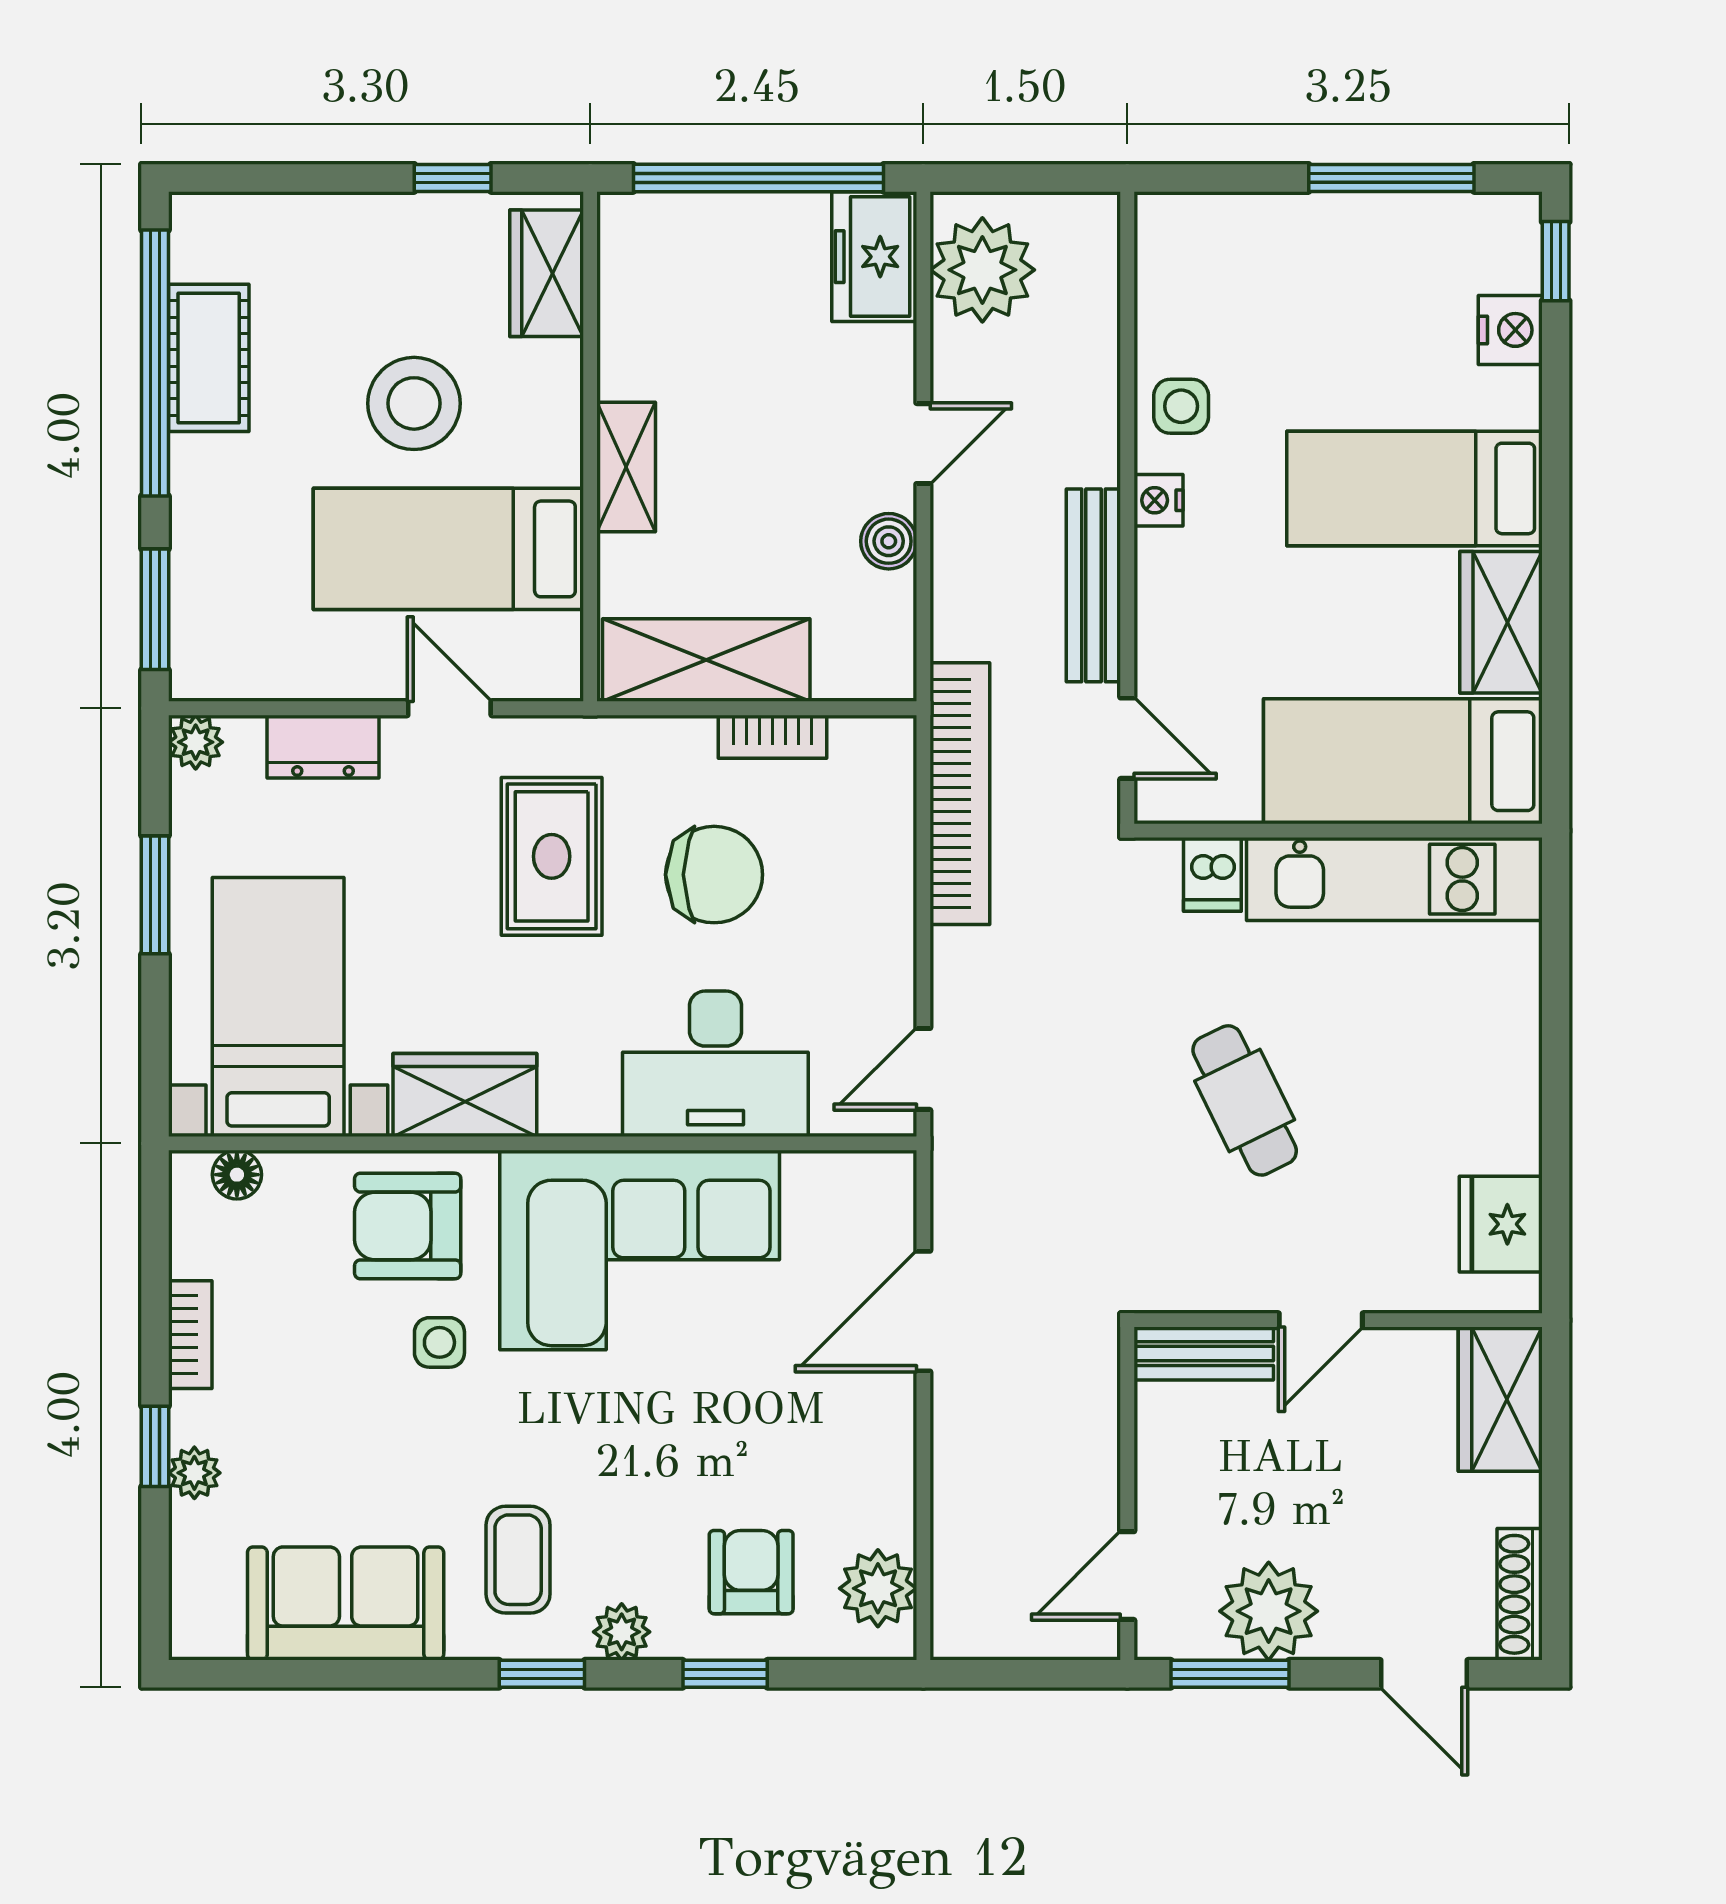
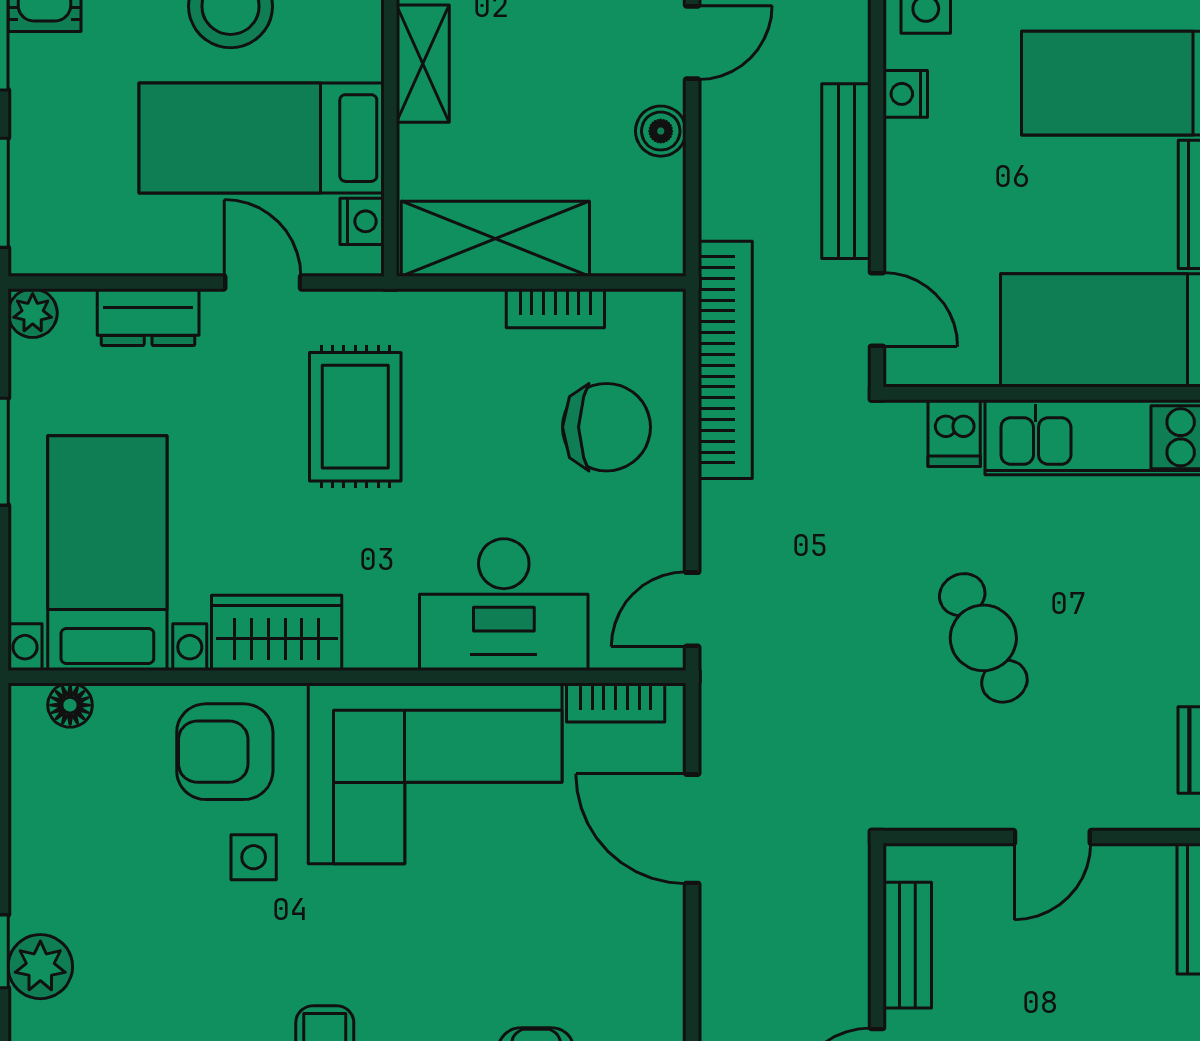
nightstand: (559, 641) -> (362, 221), added
chair: (714, 875) -> (607, 427), moved
door: (923, 1311) -> (692, 829), hinge flipped
bookcase: (190, 1335) -> (616, 703), moved, turned 90
bench: (1204, 1354) -> (907, 945), moved, turned 90
plant: (194, 1473) -> (40, 967), width x1.38, depth x1.38

